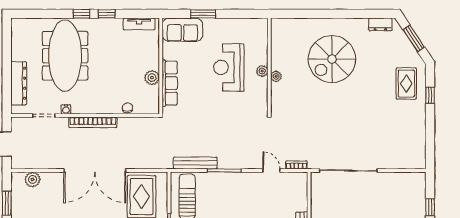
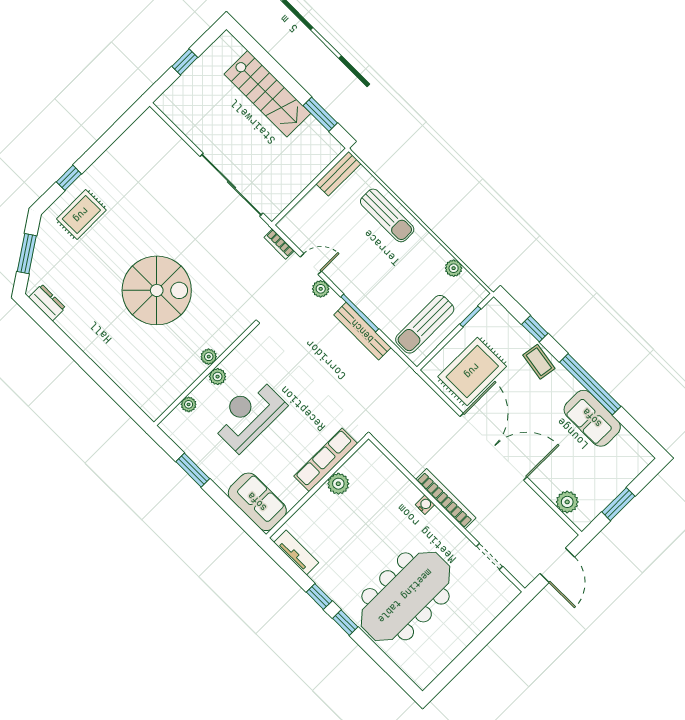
window: (203, 14) -> (193, 470), moved
plant: (263, 44) -> (189, 404), added
spiral stairs: (332, 59) -> (157, 290), moved
reception desk: (229, 67) -> (248, 415), turned 180
dresser: (19, 83) -> (482, 616), removed
chair: (127, 108) -> (395, 478), removed
water cooler: (66, 109) -> (425, 505), moved
bench: (195, 163) -> (362, 331), moved
plant: (255, 163) -> (321, 289), added
door: (271, 171) -> (311, 264), swing flipped

